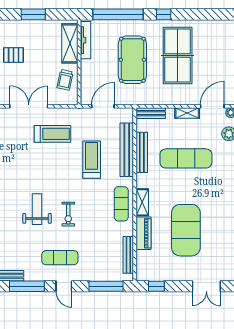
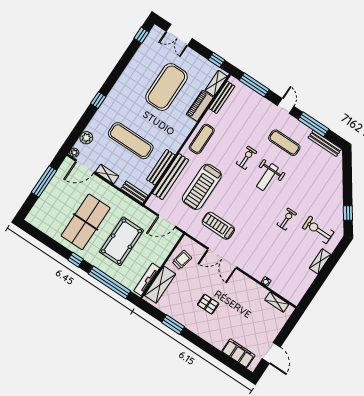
treadmill: (92, 160) -> (202, 187), width x1.37, depth x1.38
shelving: (142, 202) -> (216, 83), moved
exercise mat: (60, 258) -> (284, 143), moved
double door: (206, 286) -> (179, 35), swing flipped

